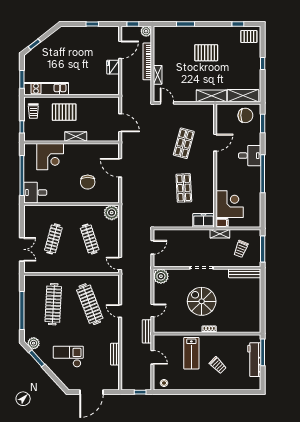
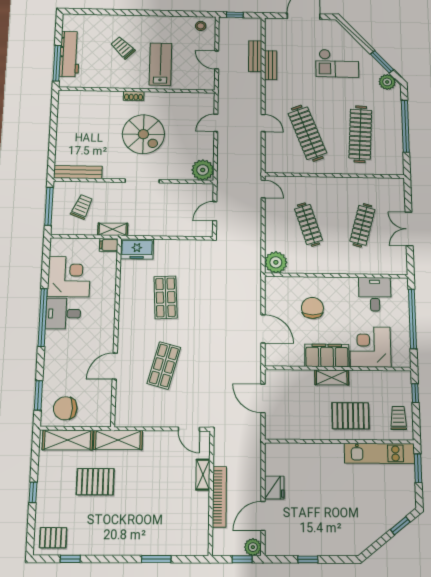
plant: (146, 31) -> (253, 547), moved
pallet: (206, 53) -> (95, 482), moved
filing cabinet: (79, 151) -> (327, 355), added
desk: (250, 156) -> (63, 314), moved
desk: (35, 193) -> (375, 294), moved, turned -90
corner desk: (230, 204) -> (69, 277), moved, turned 180
double door: (22, 249) -> (409, 229), moved
bench: (147, 331) -> (255, 56), moved

